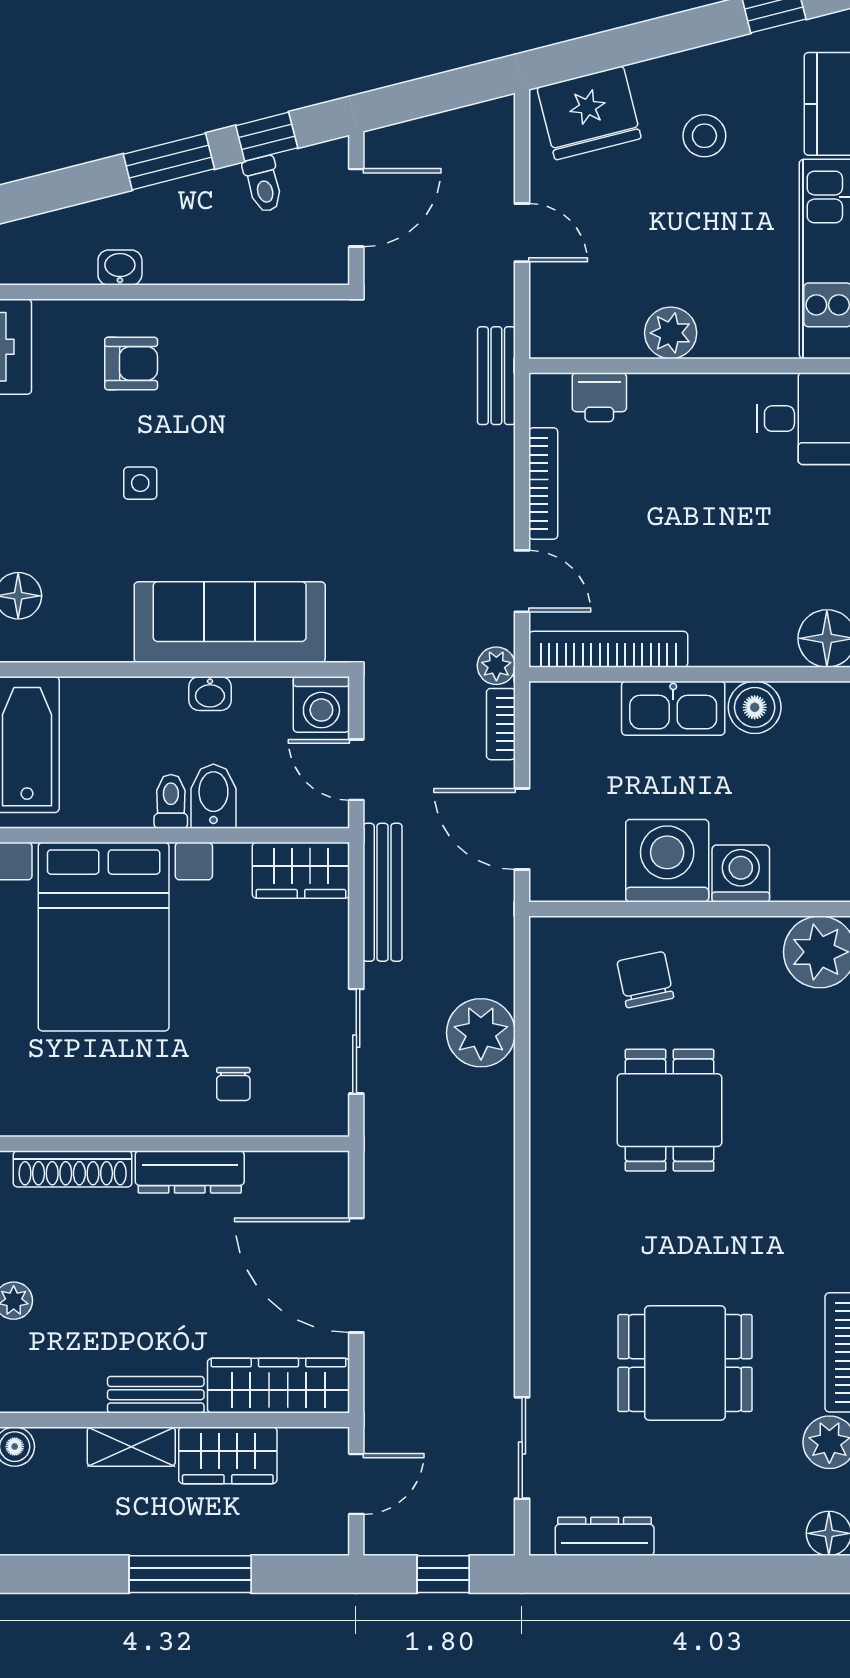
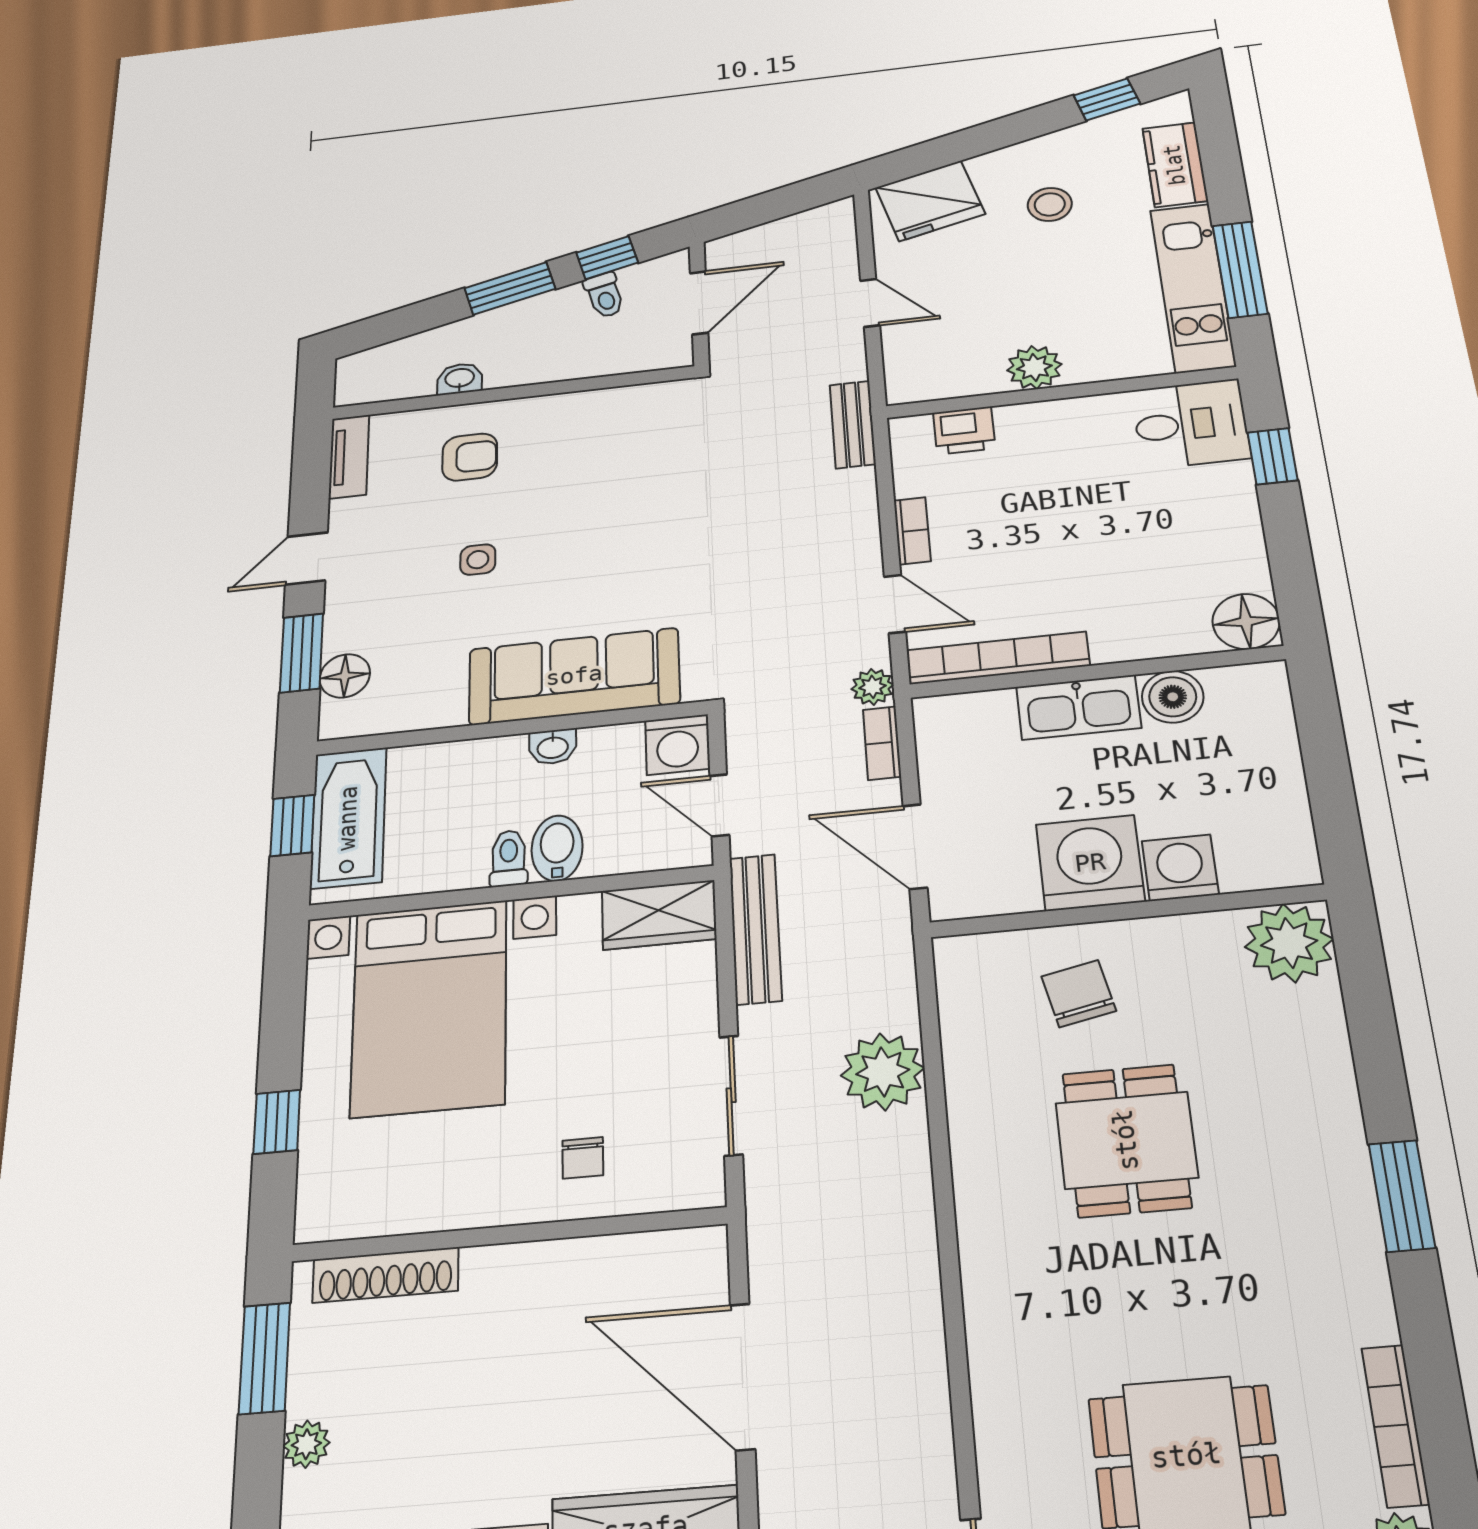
bookcase: (543, 484) -> (912, 531), width x0.64
dresser: (190, 1172) -> (530, 1266), removed

